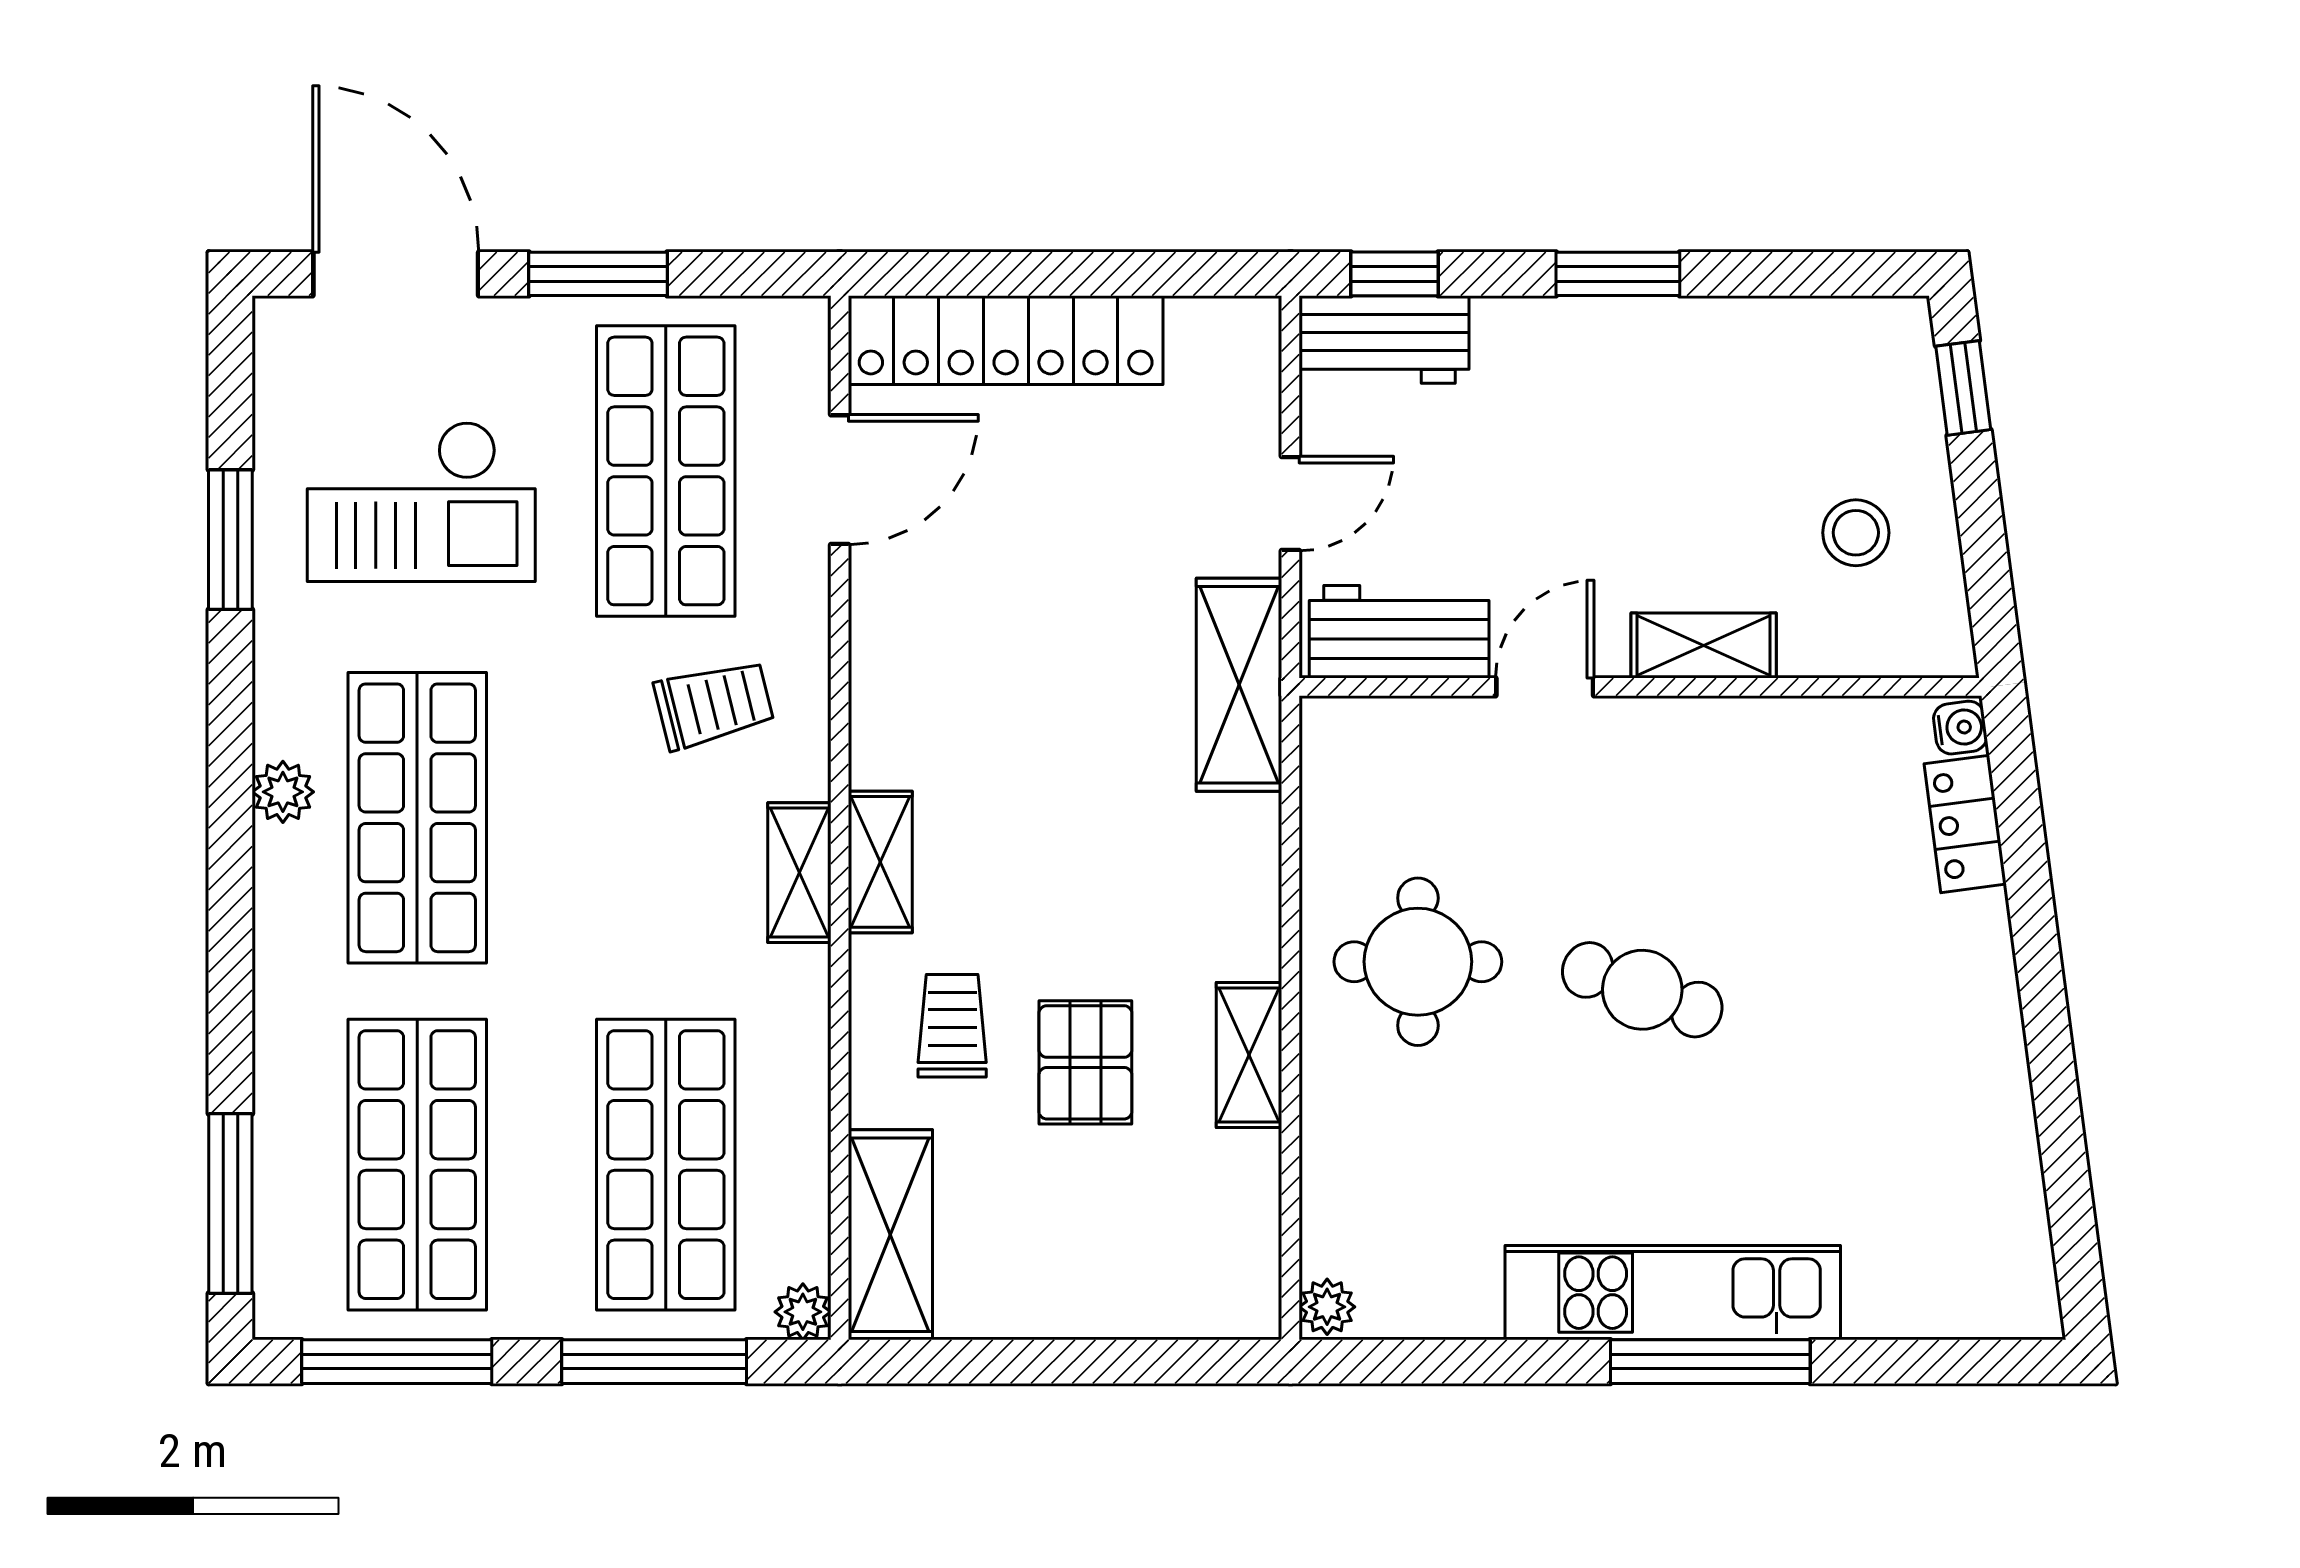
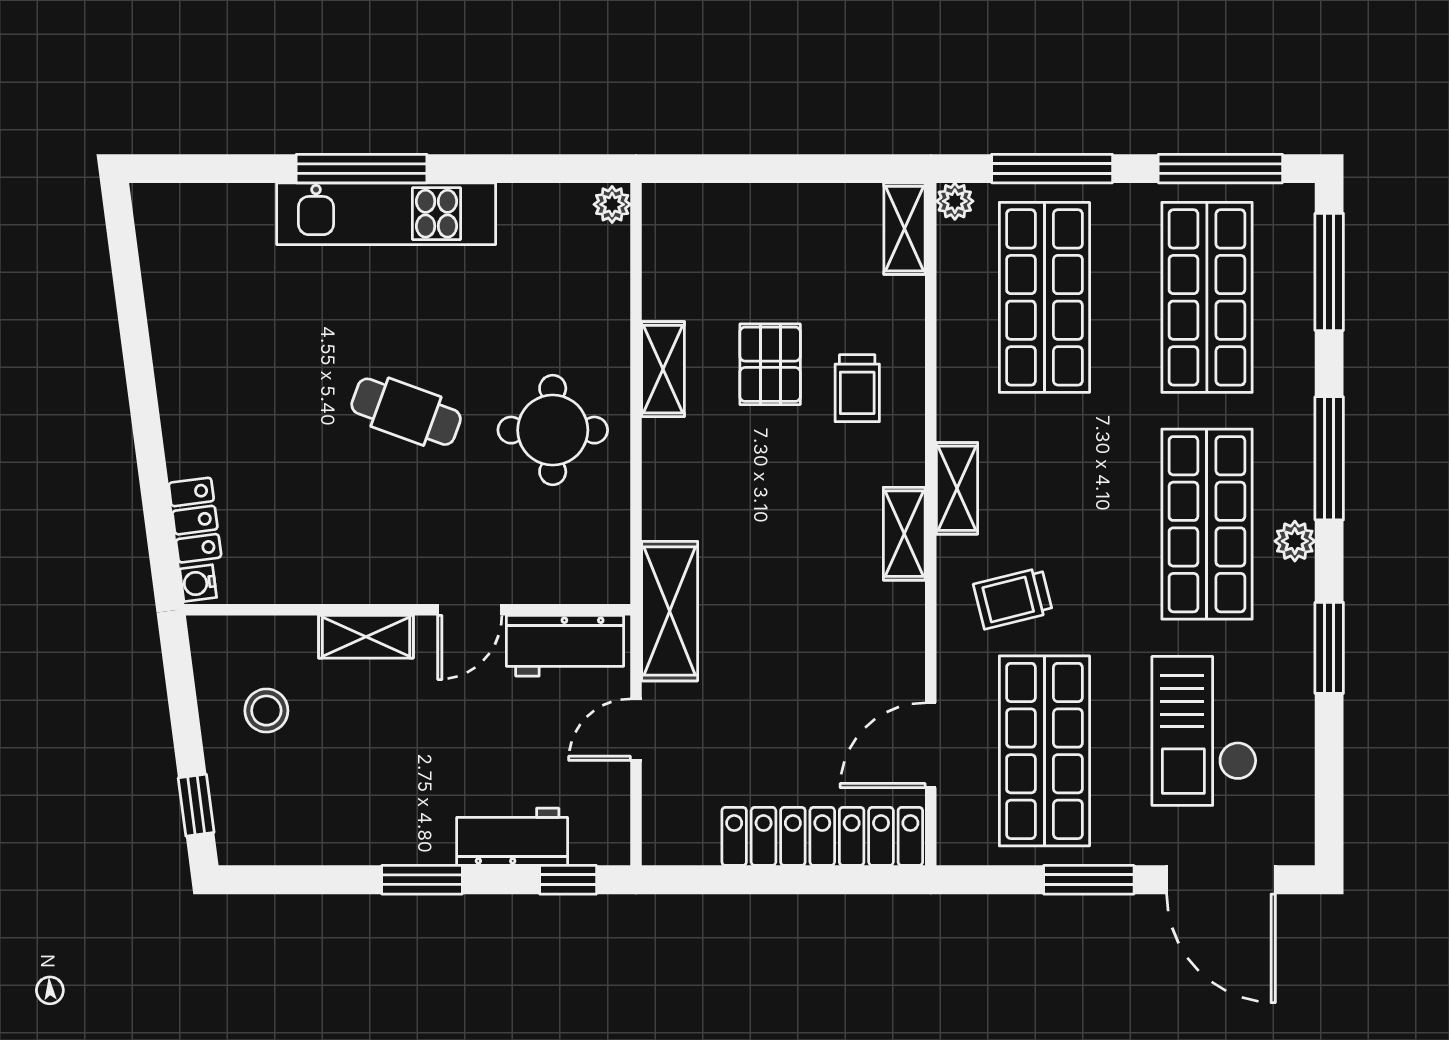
workbench: (1384, 340) -> (512, 837), moved
checkout: (421, 502) -> (1204, 731), turned -90
window: (230, 540) -> (1329, 648), moved
shelving: (880, 862) -> (904, 534), moved
window: (230, 918) -> (1329, 458), added
shelving: (890, 1235) -> (904, 229), width x0.67, depth x0.75

